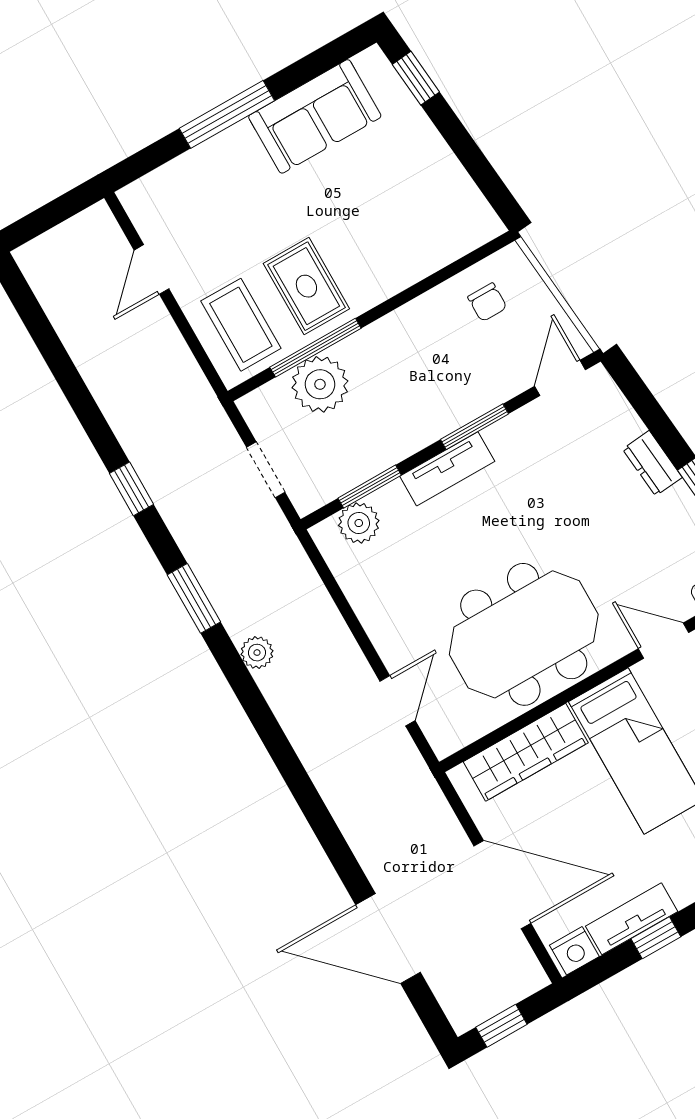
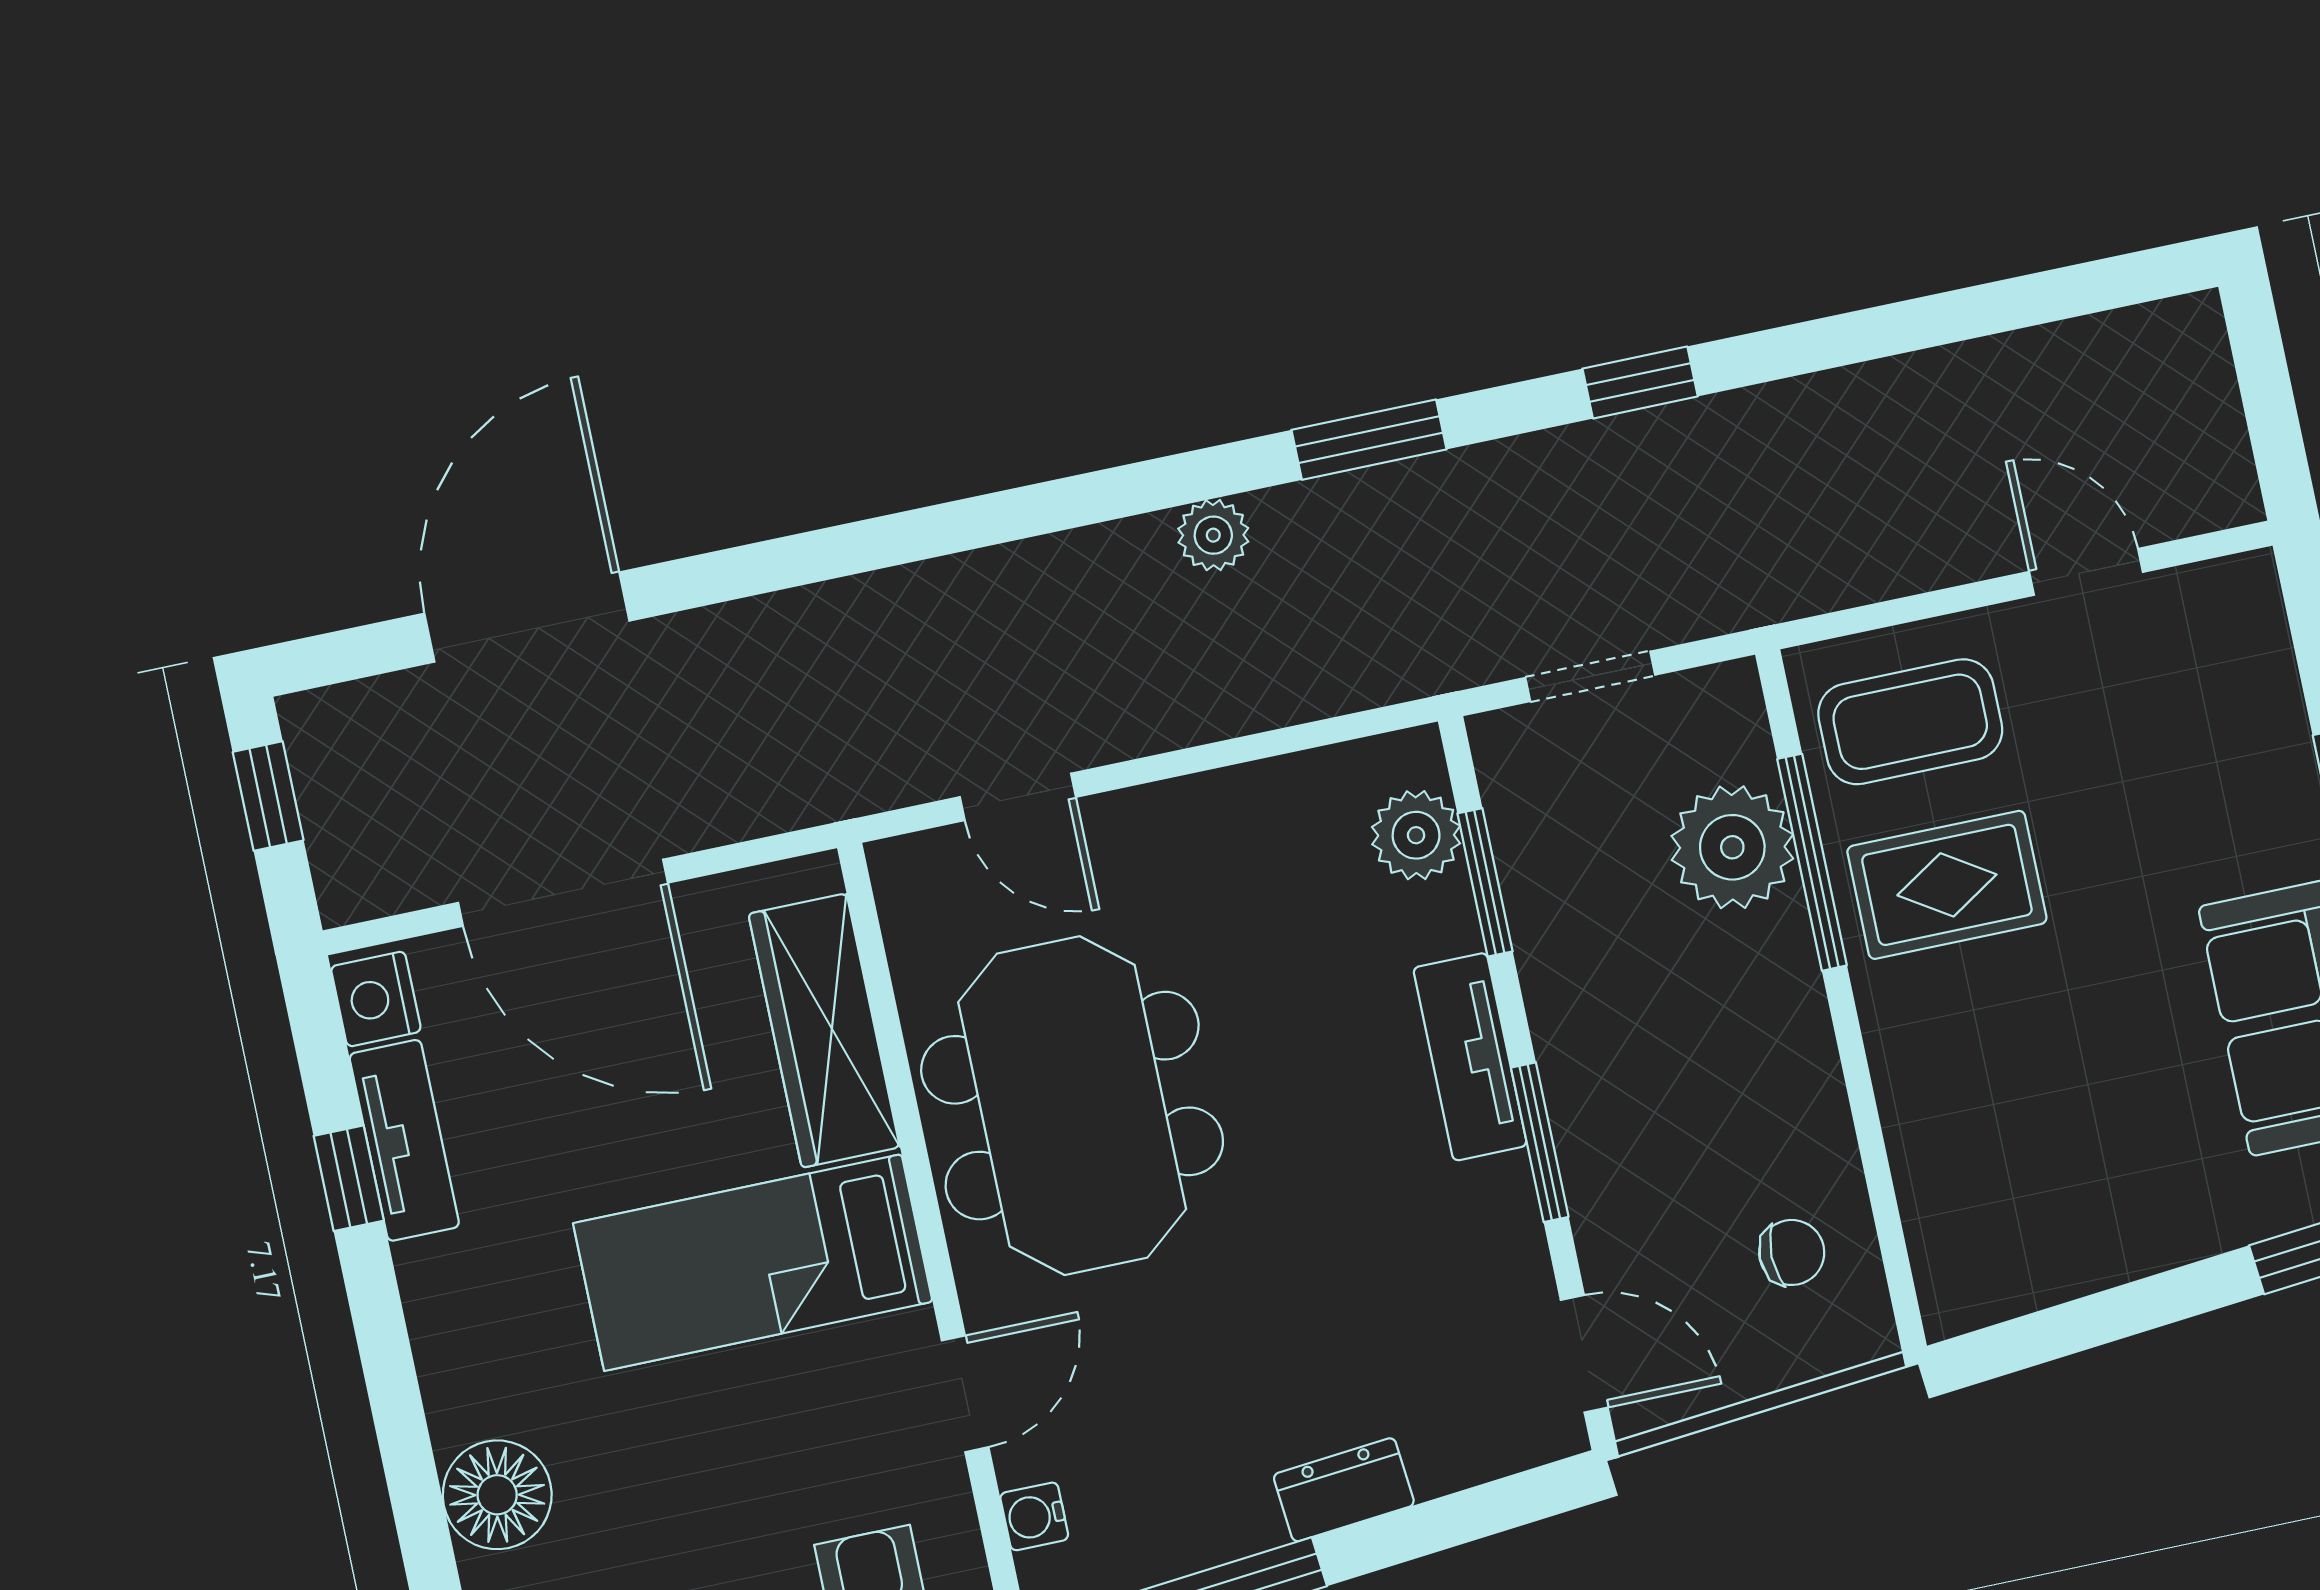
chair: (487, 302) -> (1792, 1252), turned 180
door: (502, 885) -> (563, 893), hinge flipped

